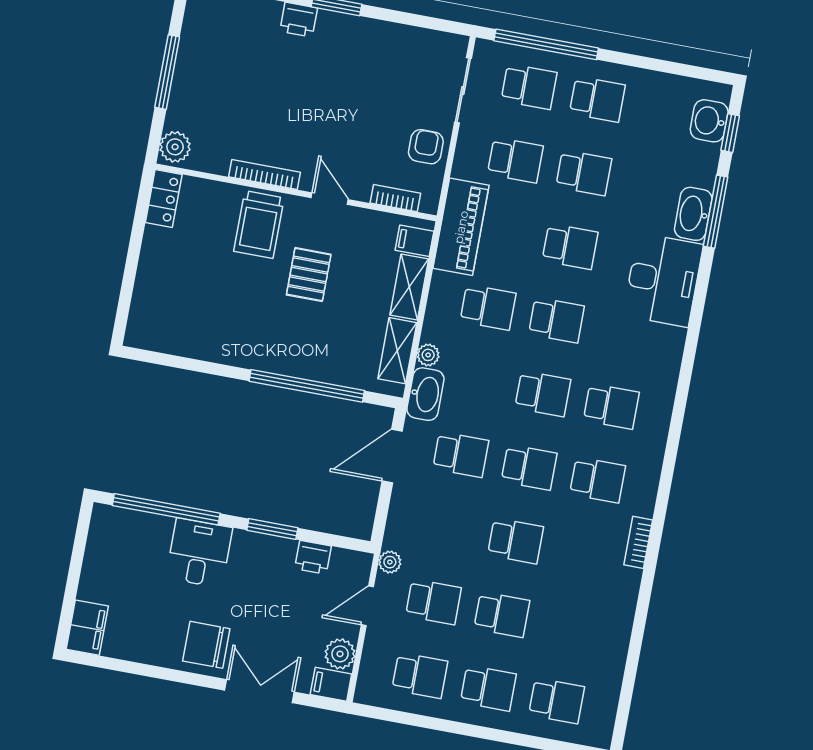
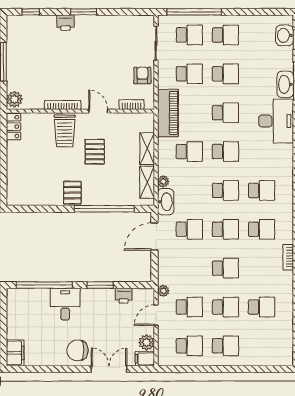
filing cabinet: (414, 241) -> (145, 125), removed
pallet: (252, 344) -> (72, 193), added
school desk: (557, 701) -> (262, 307), moved

